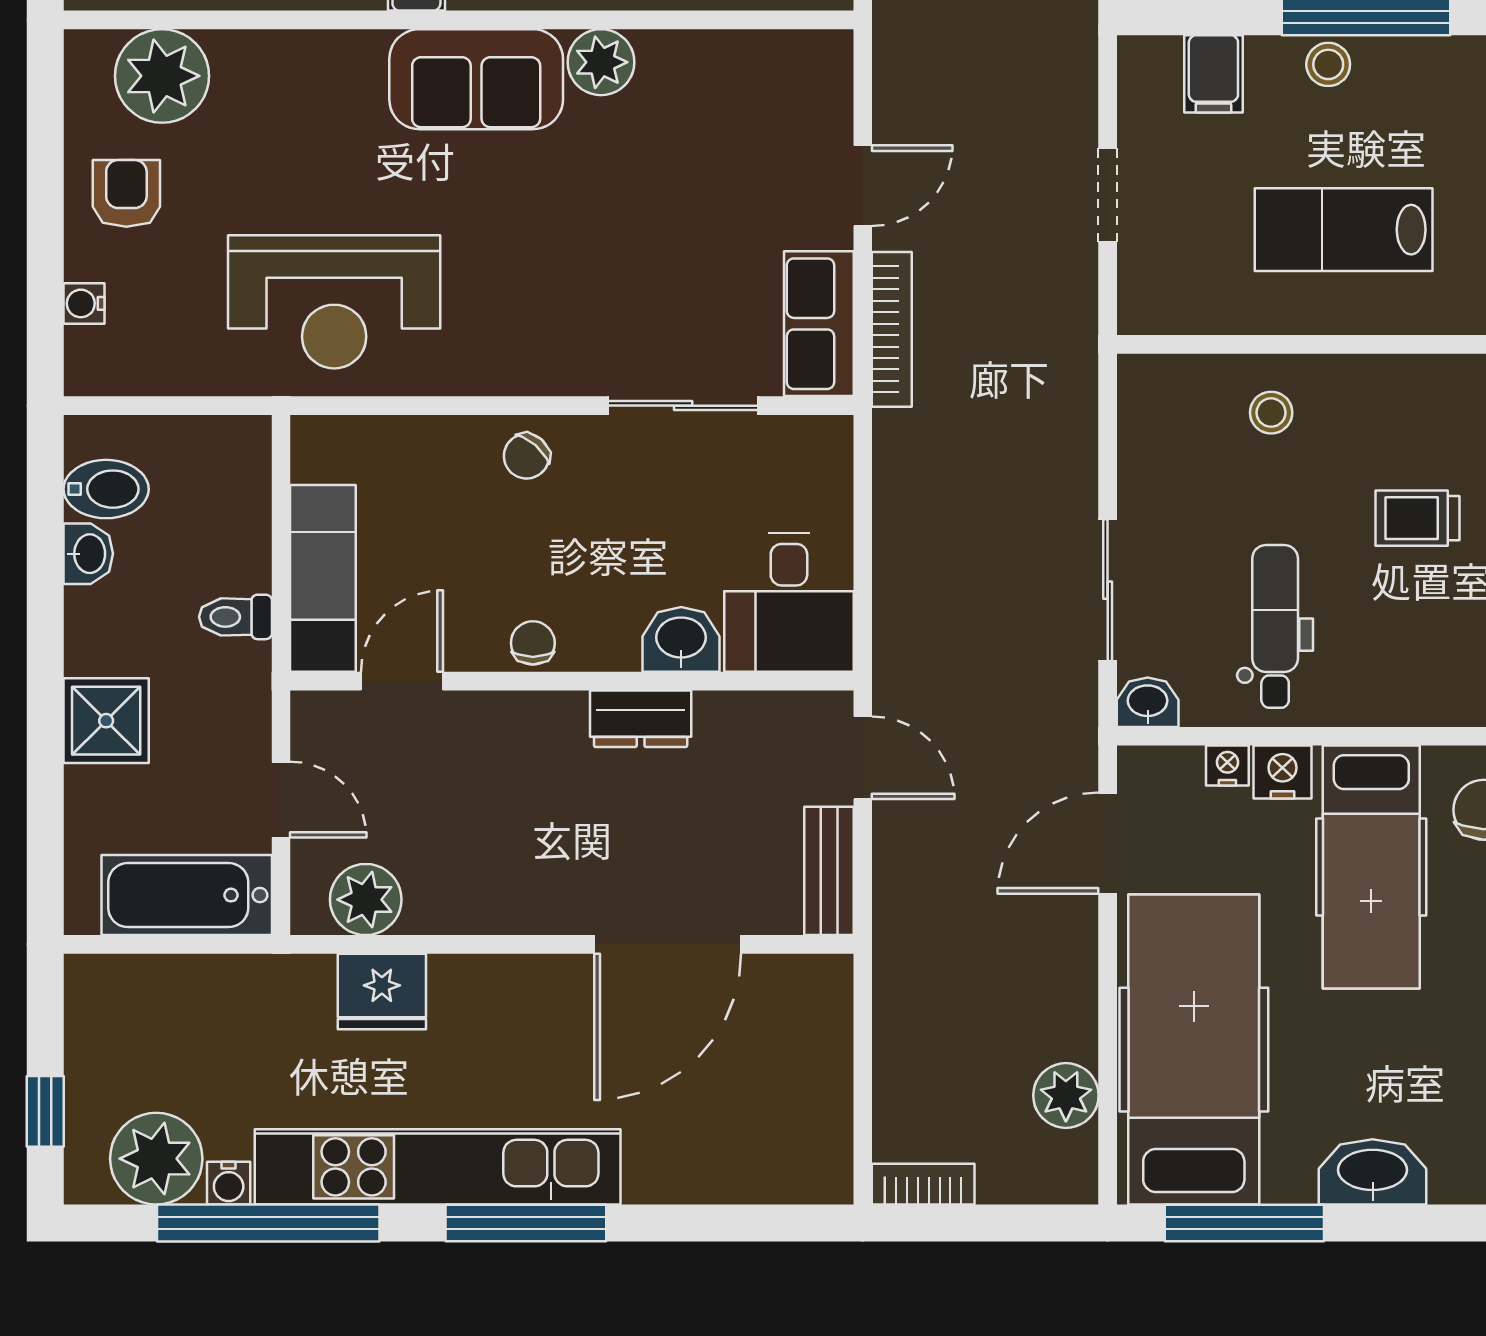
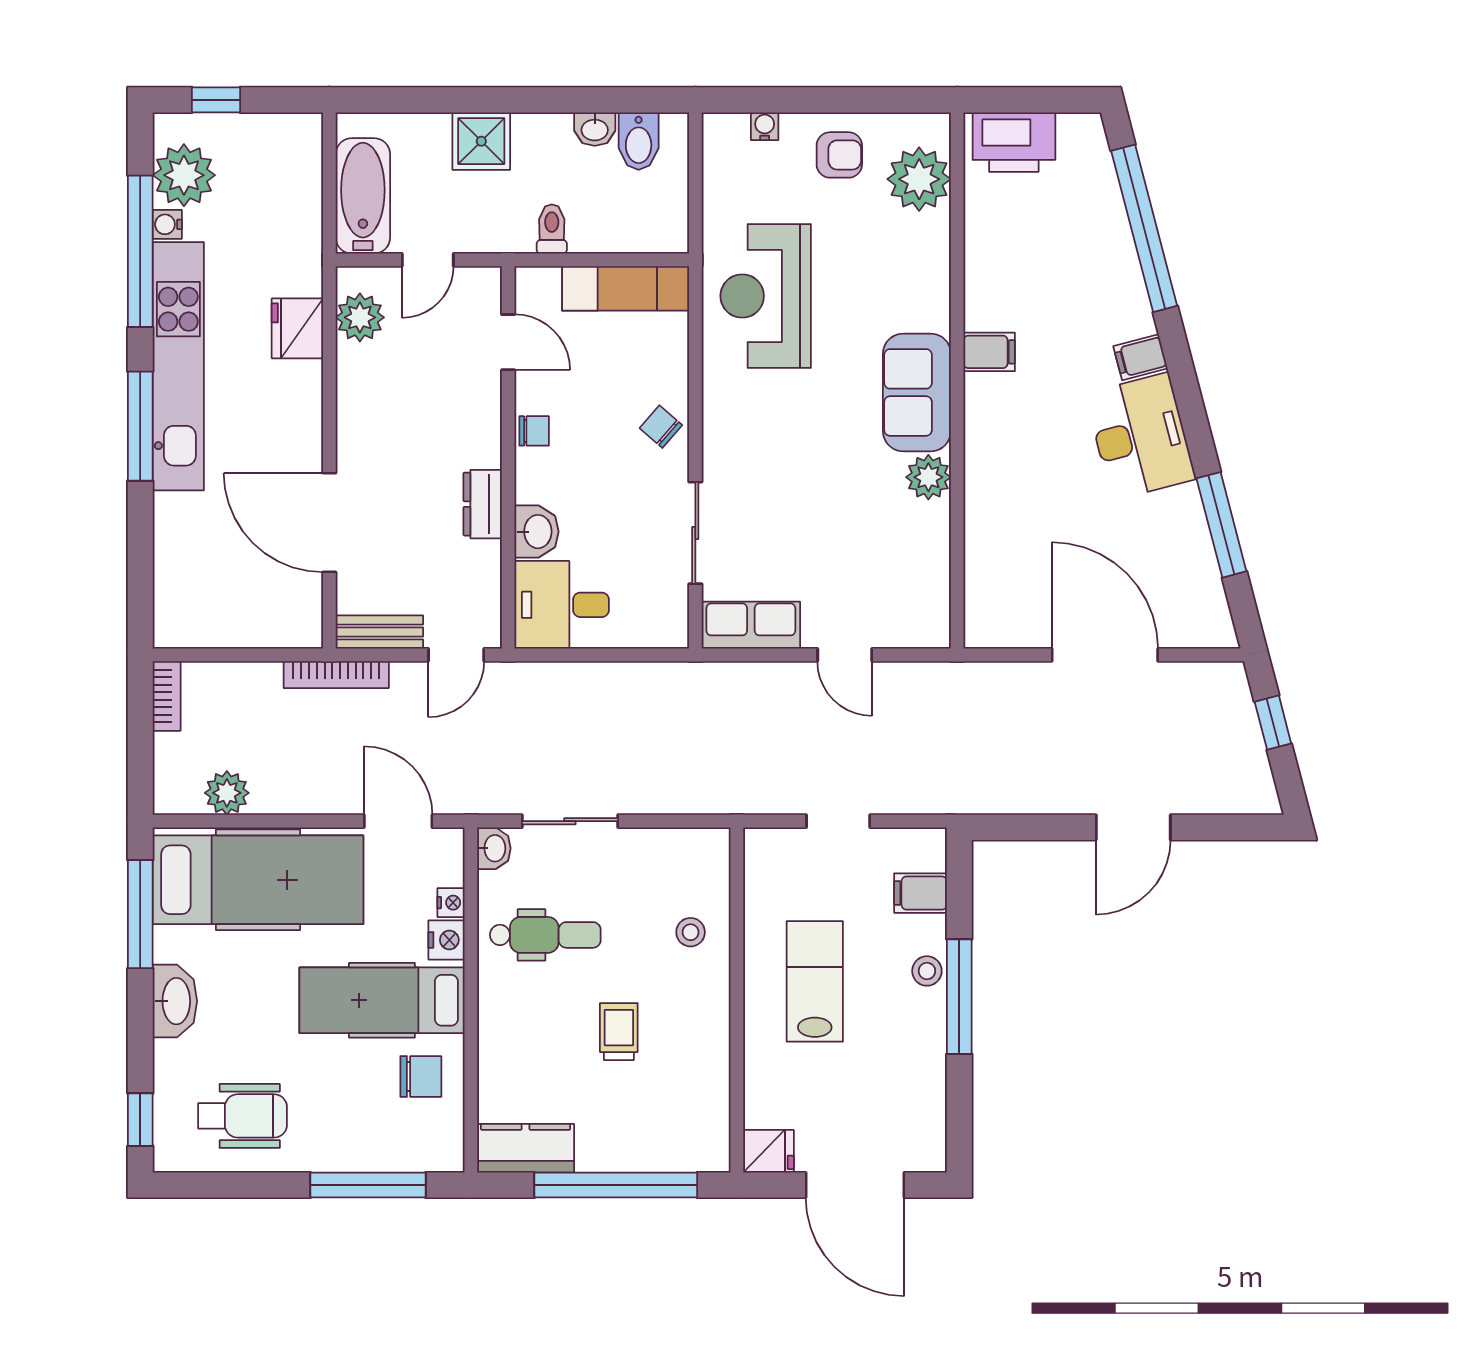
bookcase: (892, 329) -> (336, 675), moved
exam couch: (323, 578) -> (626, 288), moved

